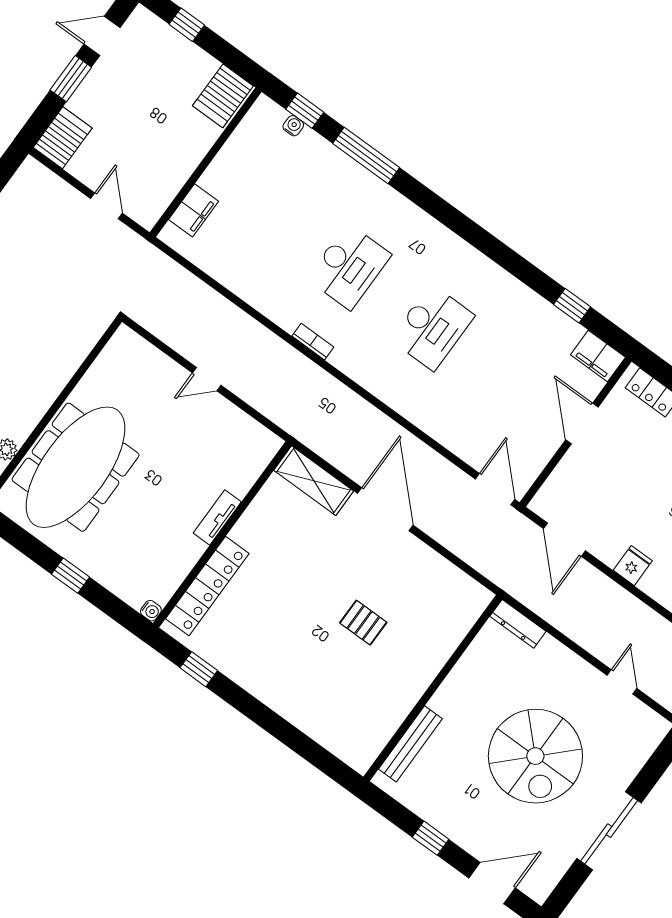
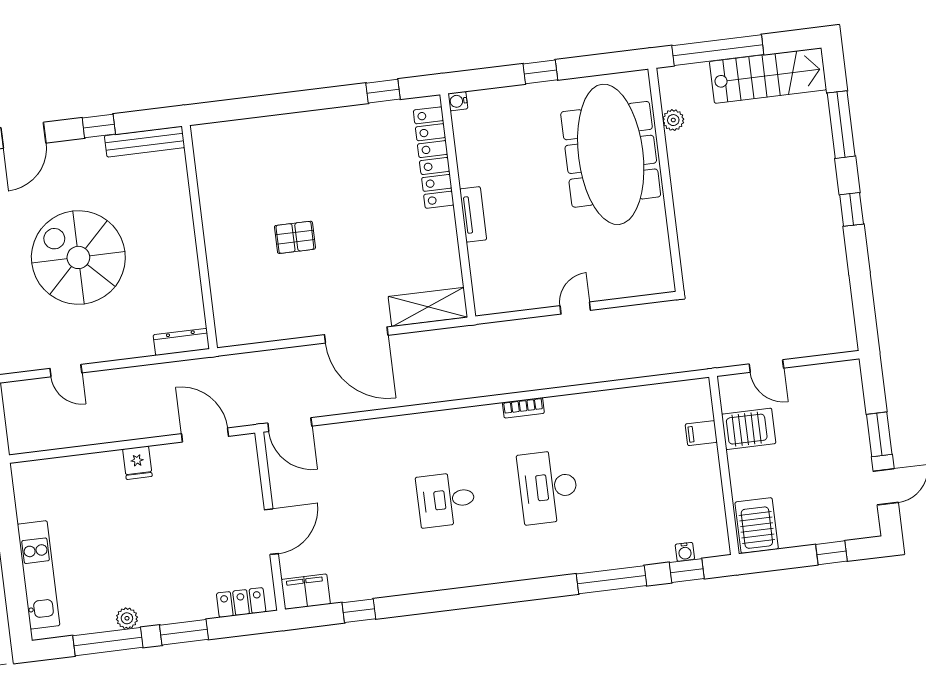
server rack: (63, 138) -> (749, 429), moved, turned -90
filing cabinet: (194, 210) -> (701, 433), width x0.50
desk: (432, 327) -> (446, 500), width x0.73
door: (582, 423) -> (271, 532), hinge flipped
bench: (410, 744) -> (145, 142), moved, turned 90

